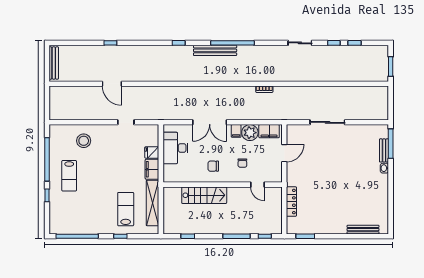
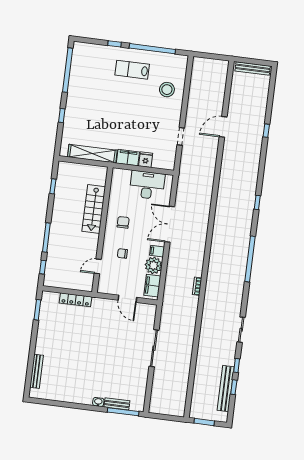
bench: (215, 50) -> (226, 389), moved
lab bench: (126, 209) -> (90, 125), removed

